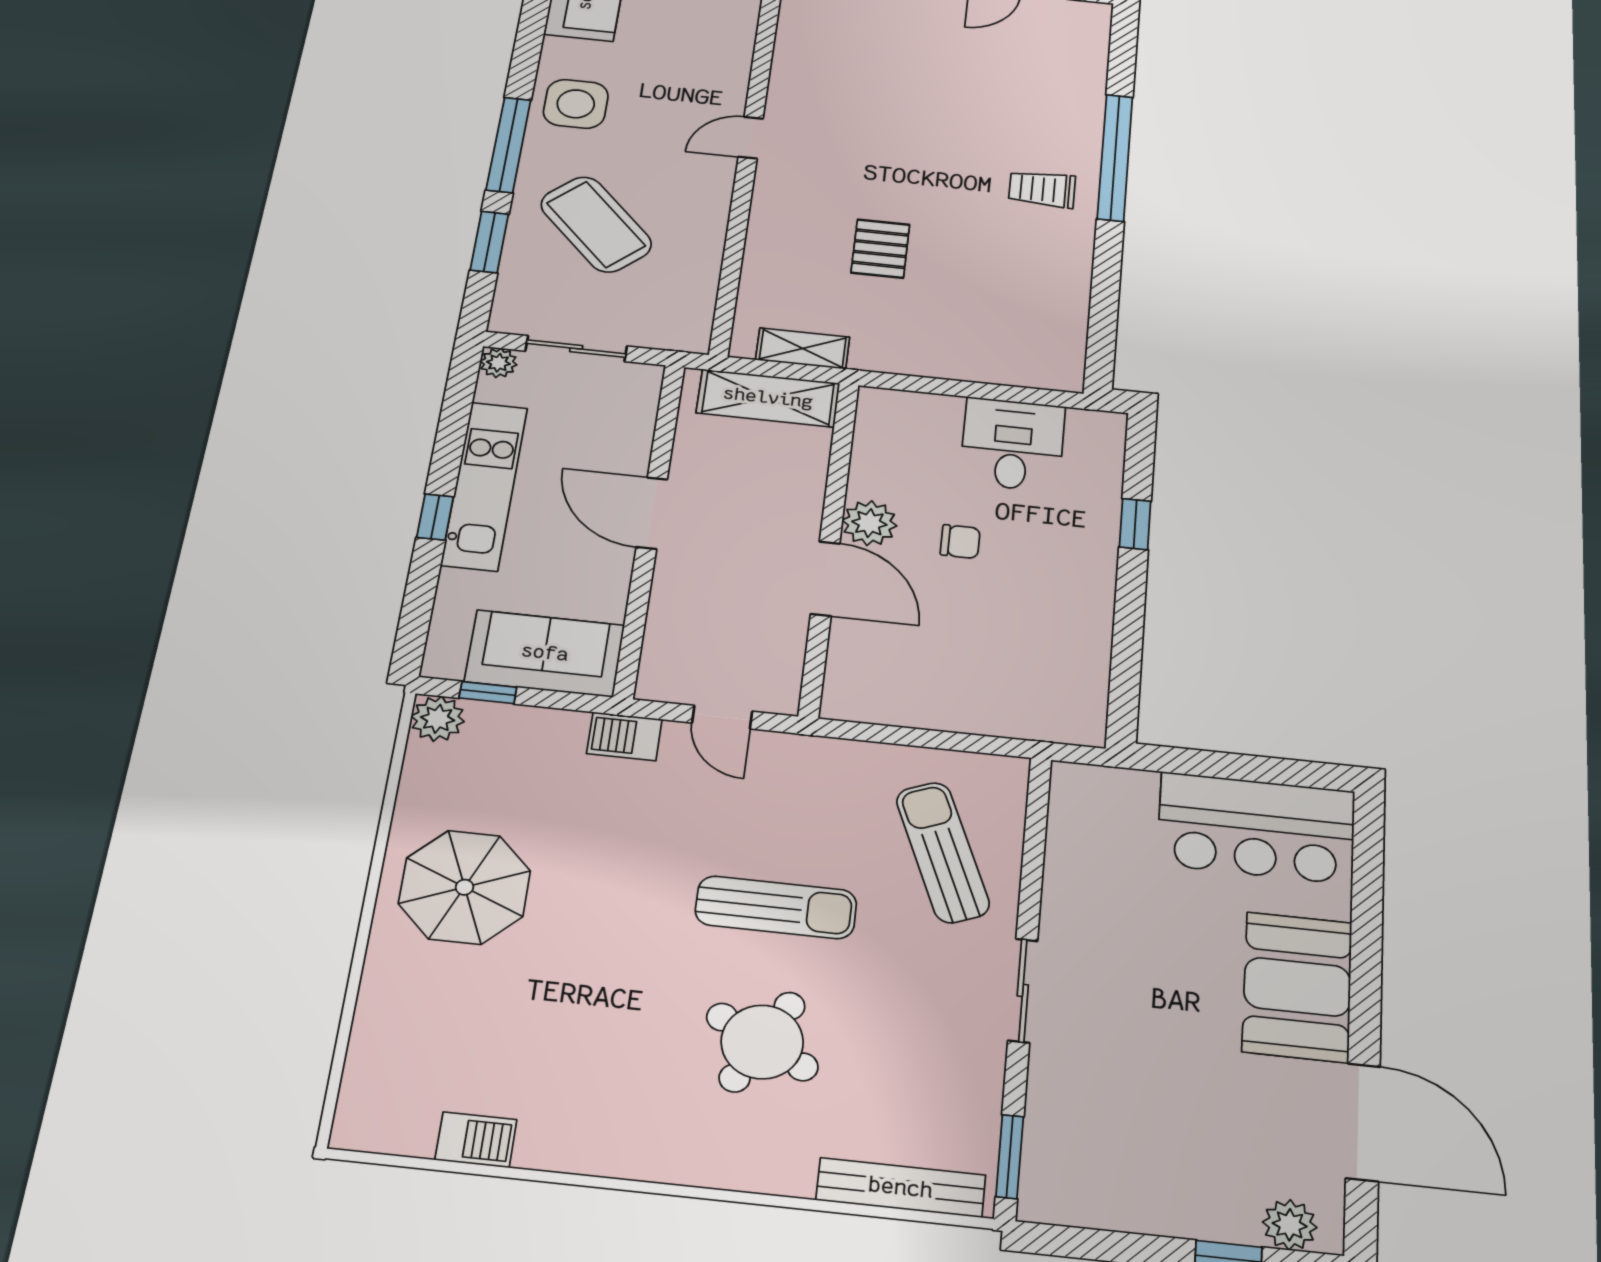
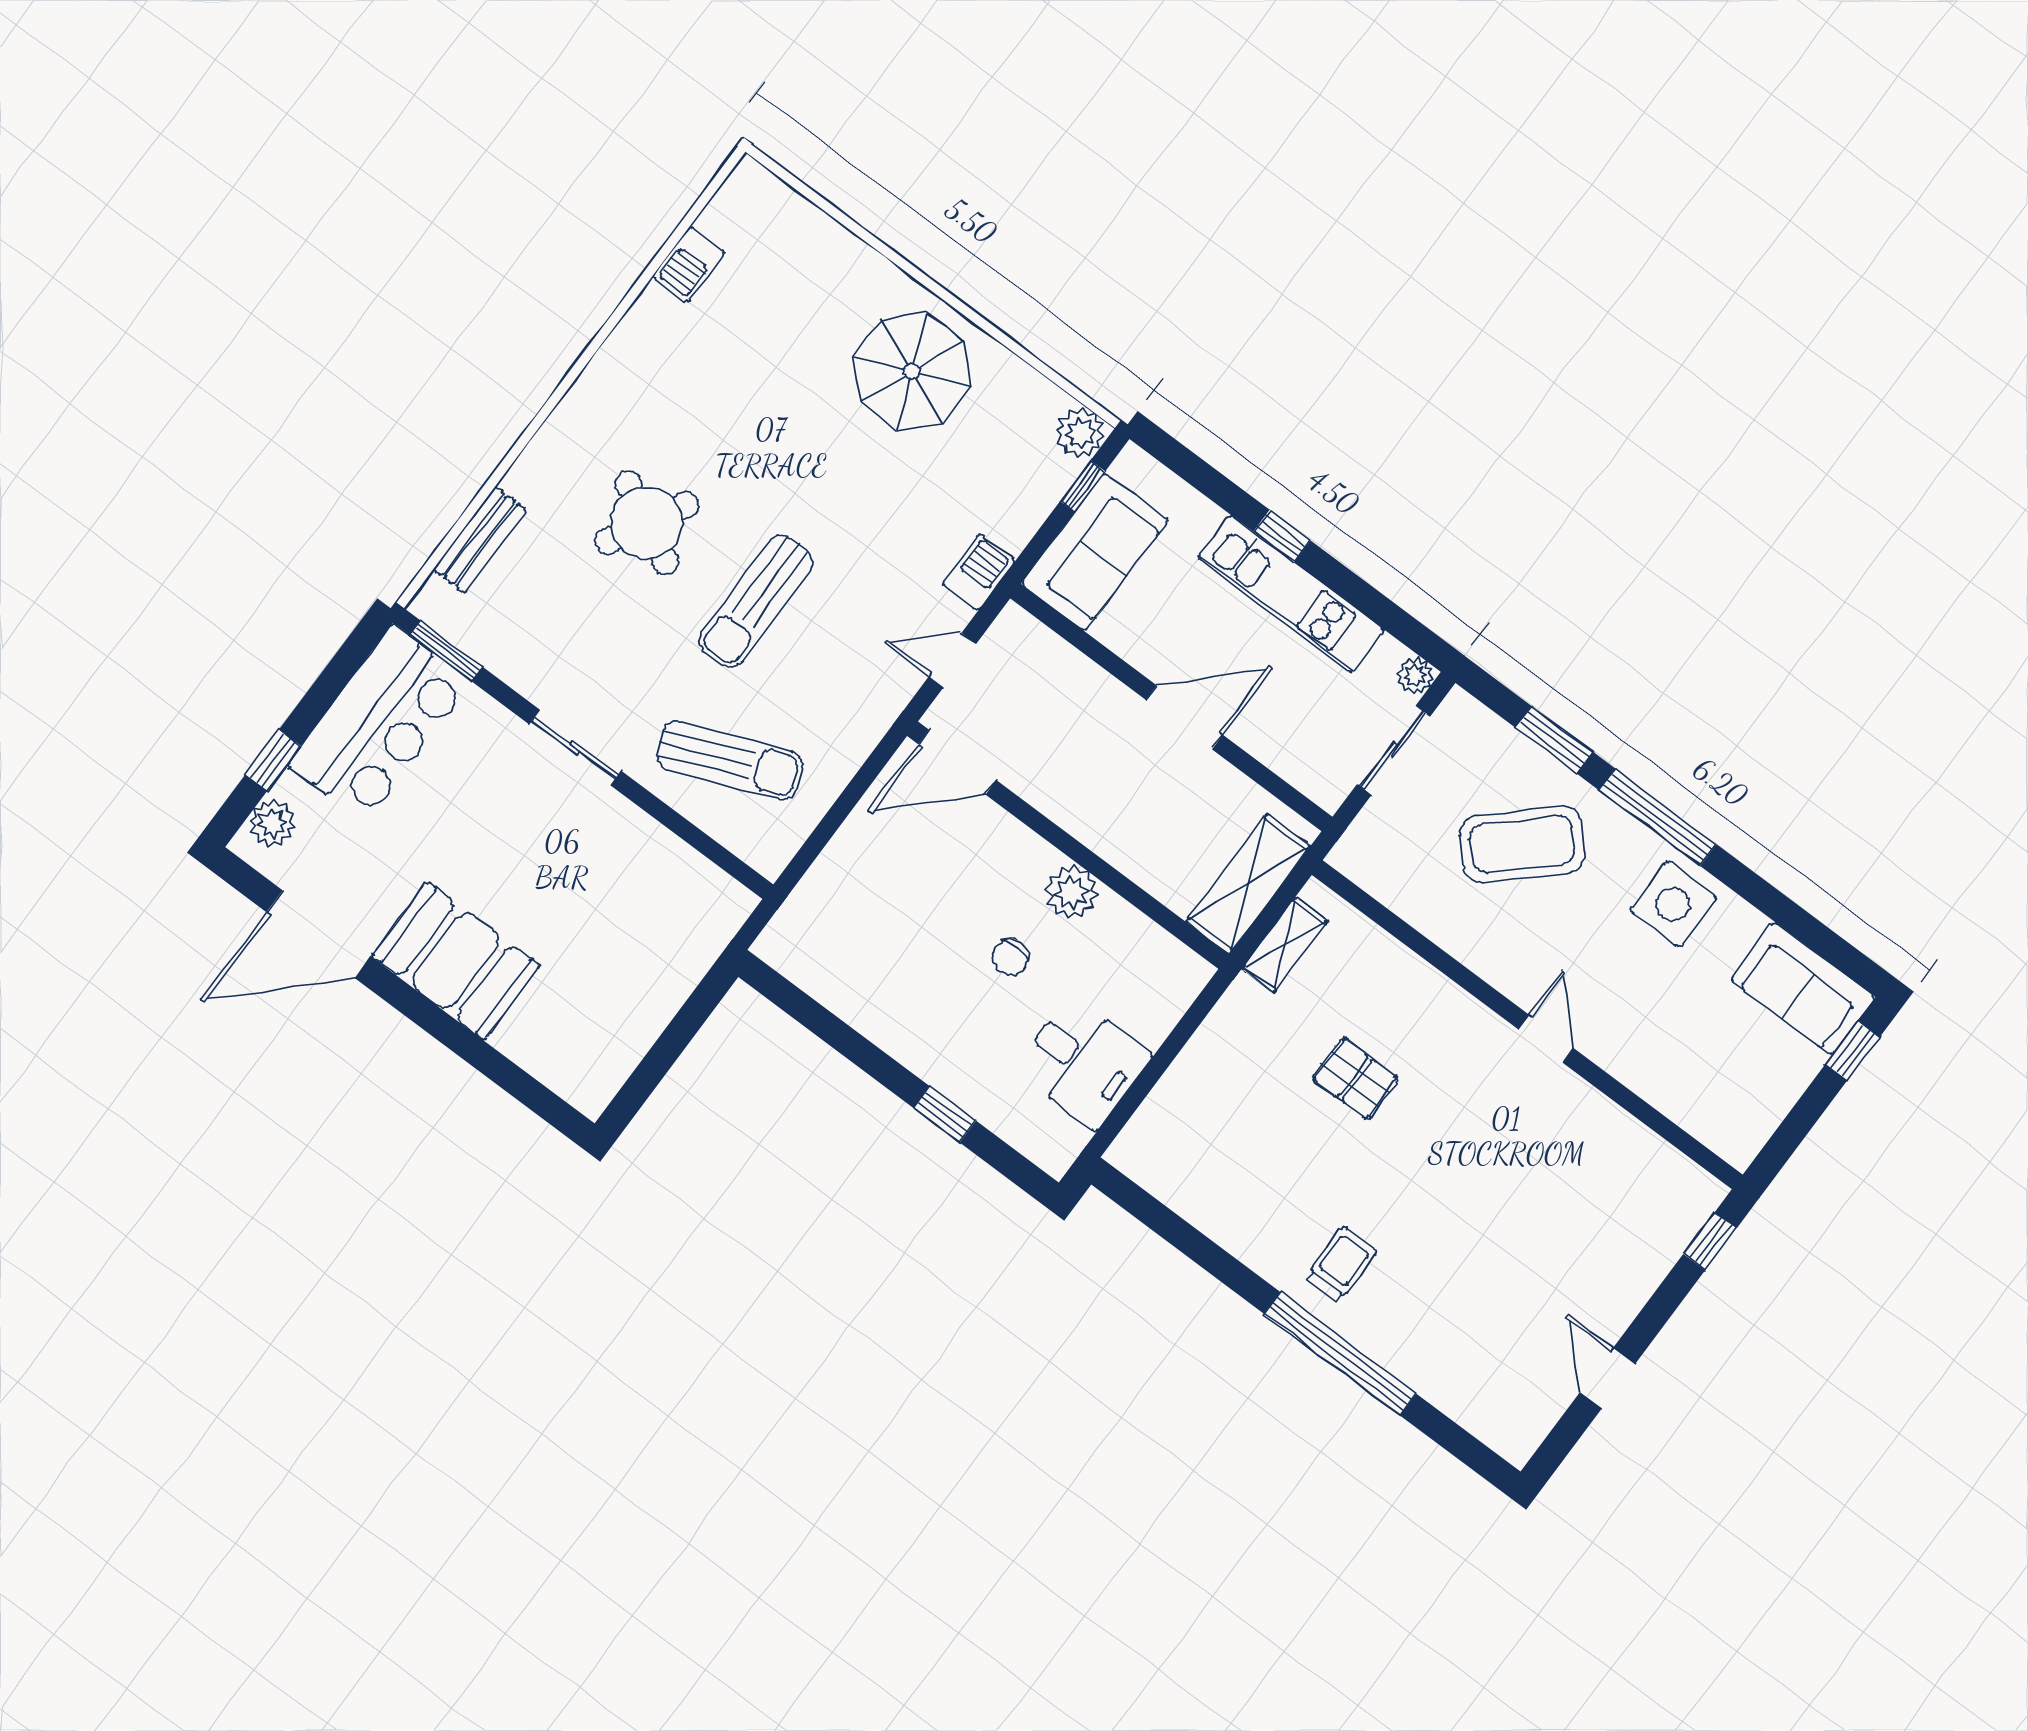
door: (825, 579) -> (957, 762), moved
bar counter: (1256, 828) -> (379, 723), moved, turned 180
bench: (901, 1188) -> (480, 540), width x0.73

